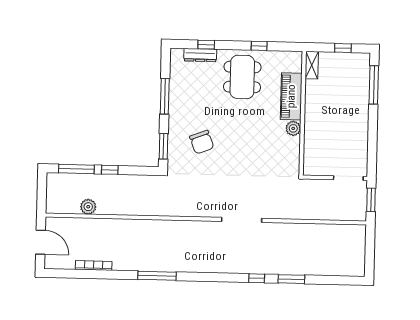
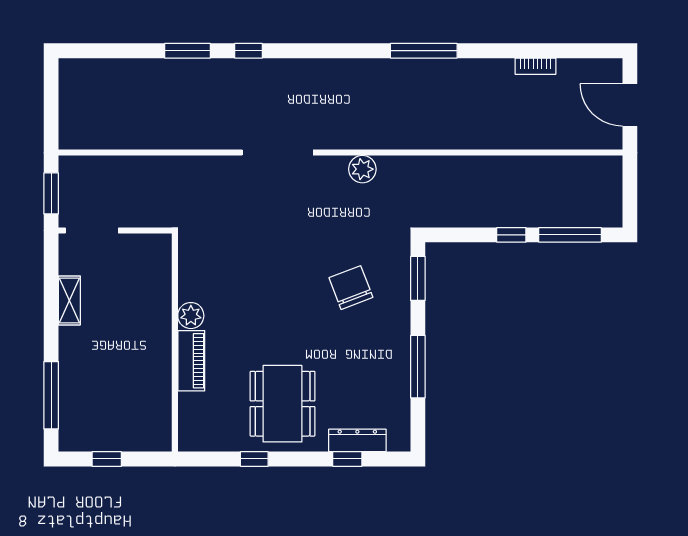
shelving: (312, 65) -> (69, 300), moved
piano: (291, 96) -> (191, 361), width x0.73, depth x0.75
plant: (88, 207) -> (362, 169), moved
bookcase: (94, 265) -> (535, 66), width x0.64

